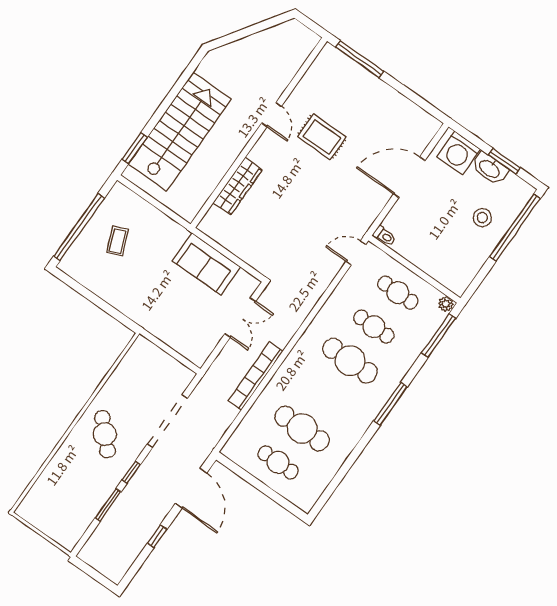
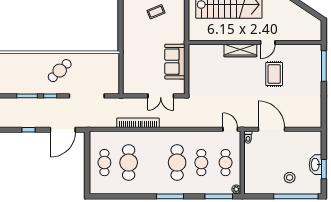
washing machine: (458, 153) -> (312, 144), removed
door: (409, 177) -> (271, 129), moved
wardrobe: (238, 186) -> (240, 51), moved

